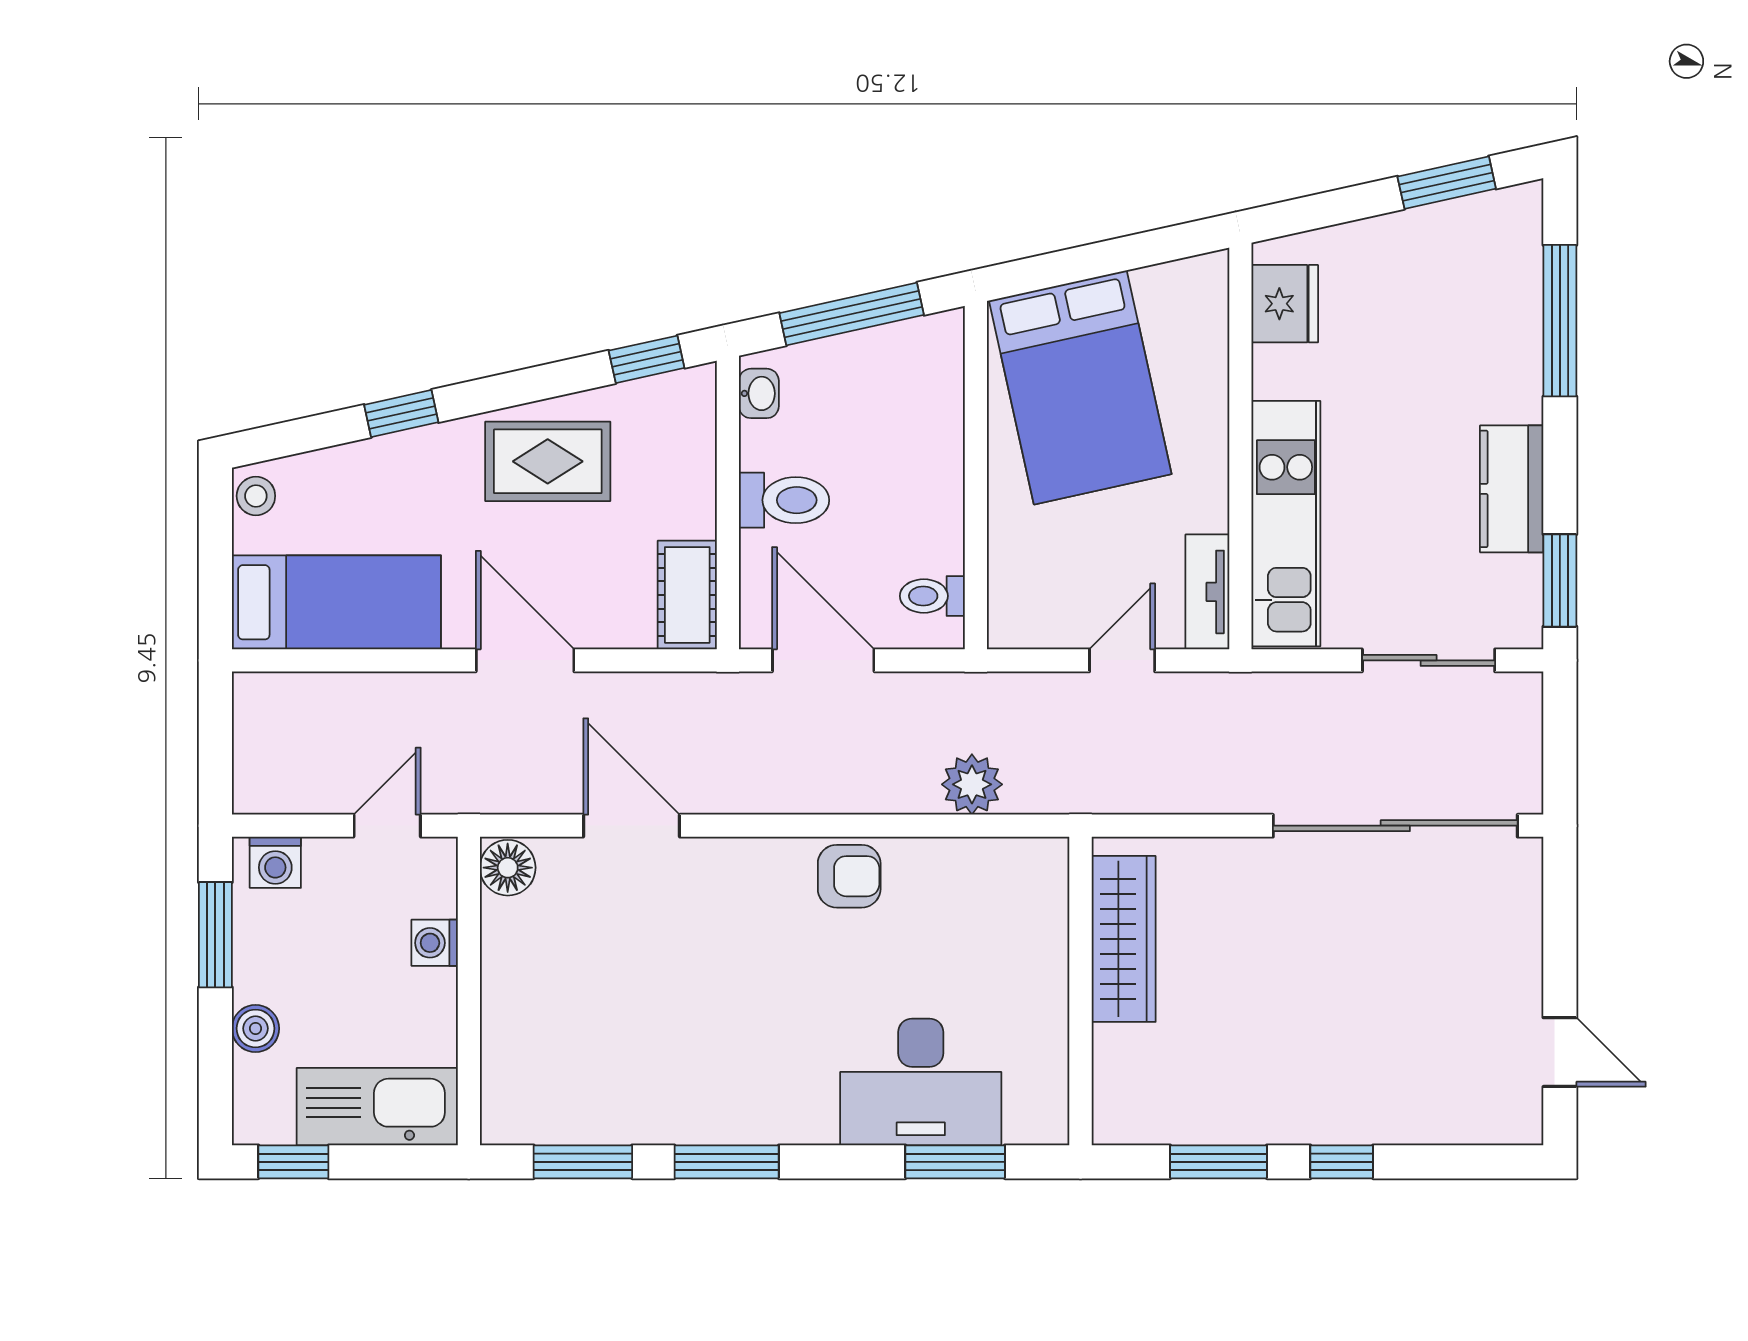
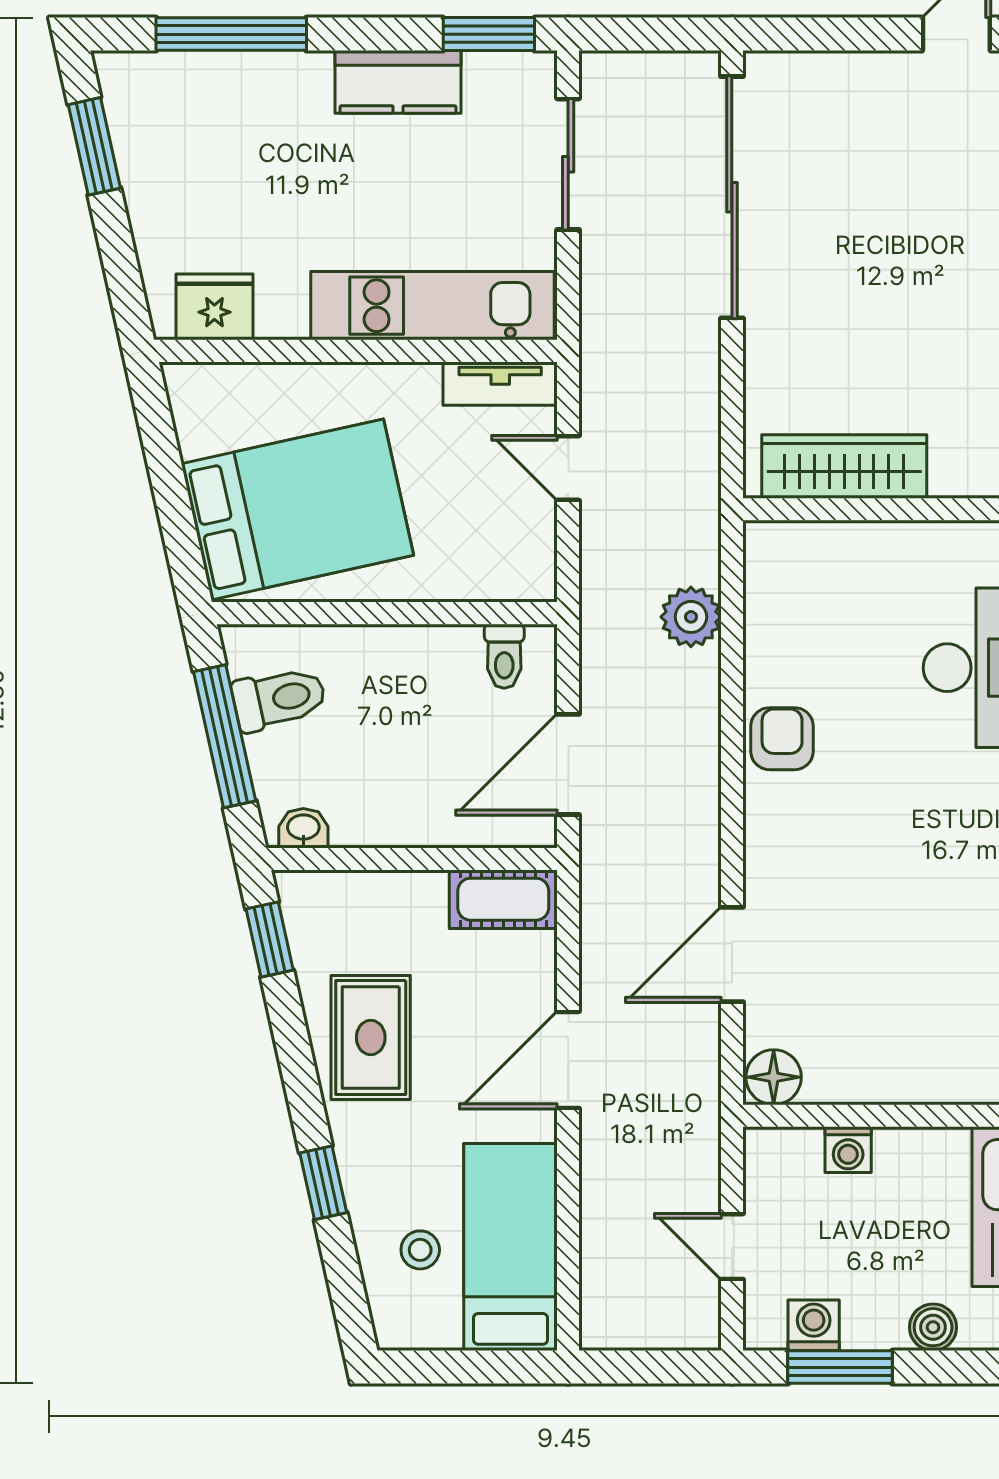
stool: (256, 496) -> (420, 1250), moved
toilet: (784, 500) -> (279, 699), moved, turned 78
door: (387, 826) -> (732, 1247), moved
washing machine: (275, 862) -> (814, 1325), moved, turned -90

